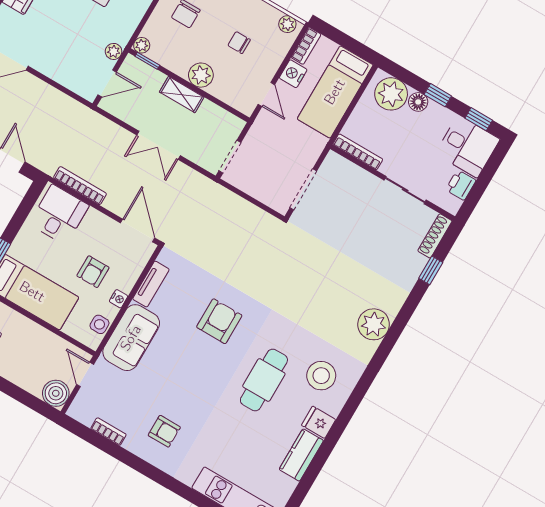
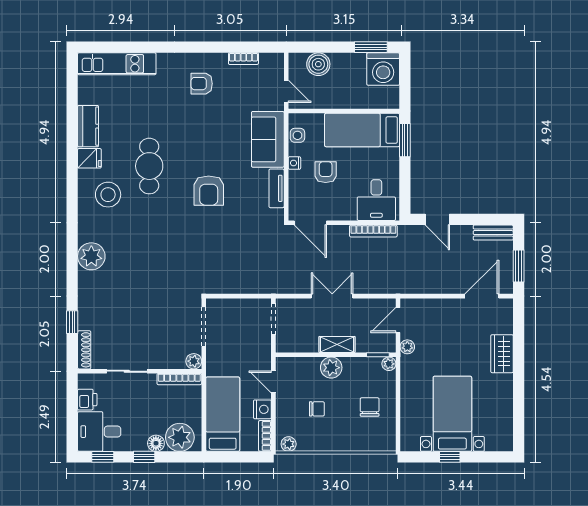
plant: (333, 161) -> (194, 361), added
boiler: (56, 393) -> (318, 64), moved

